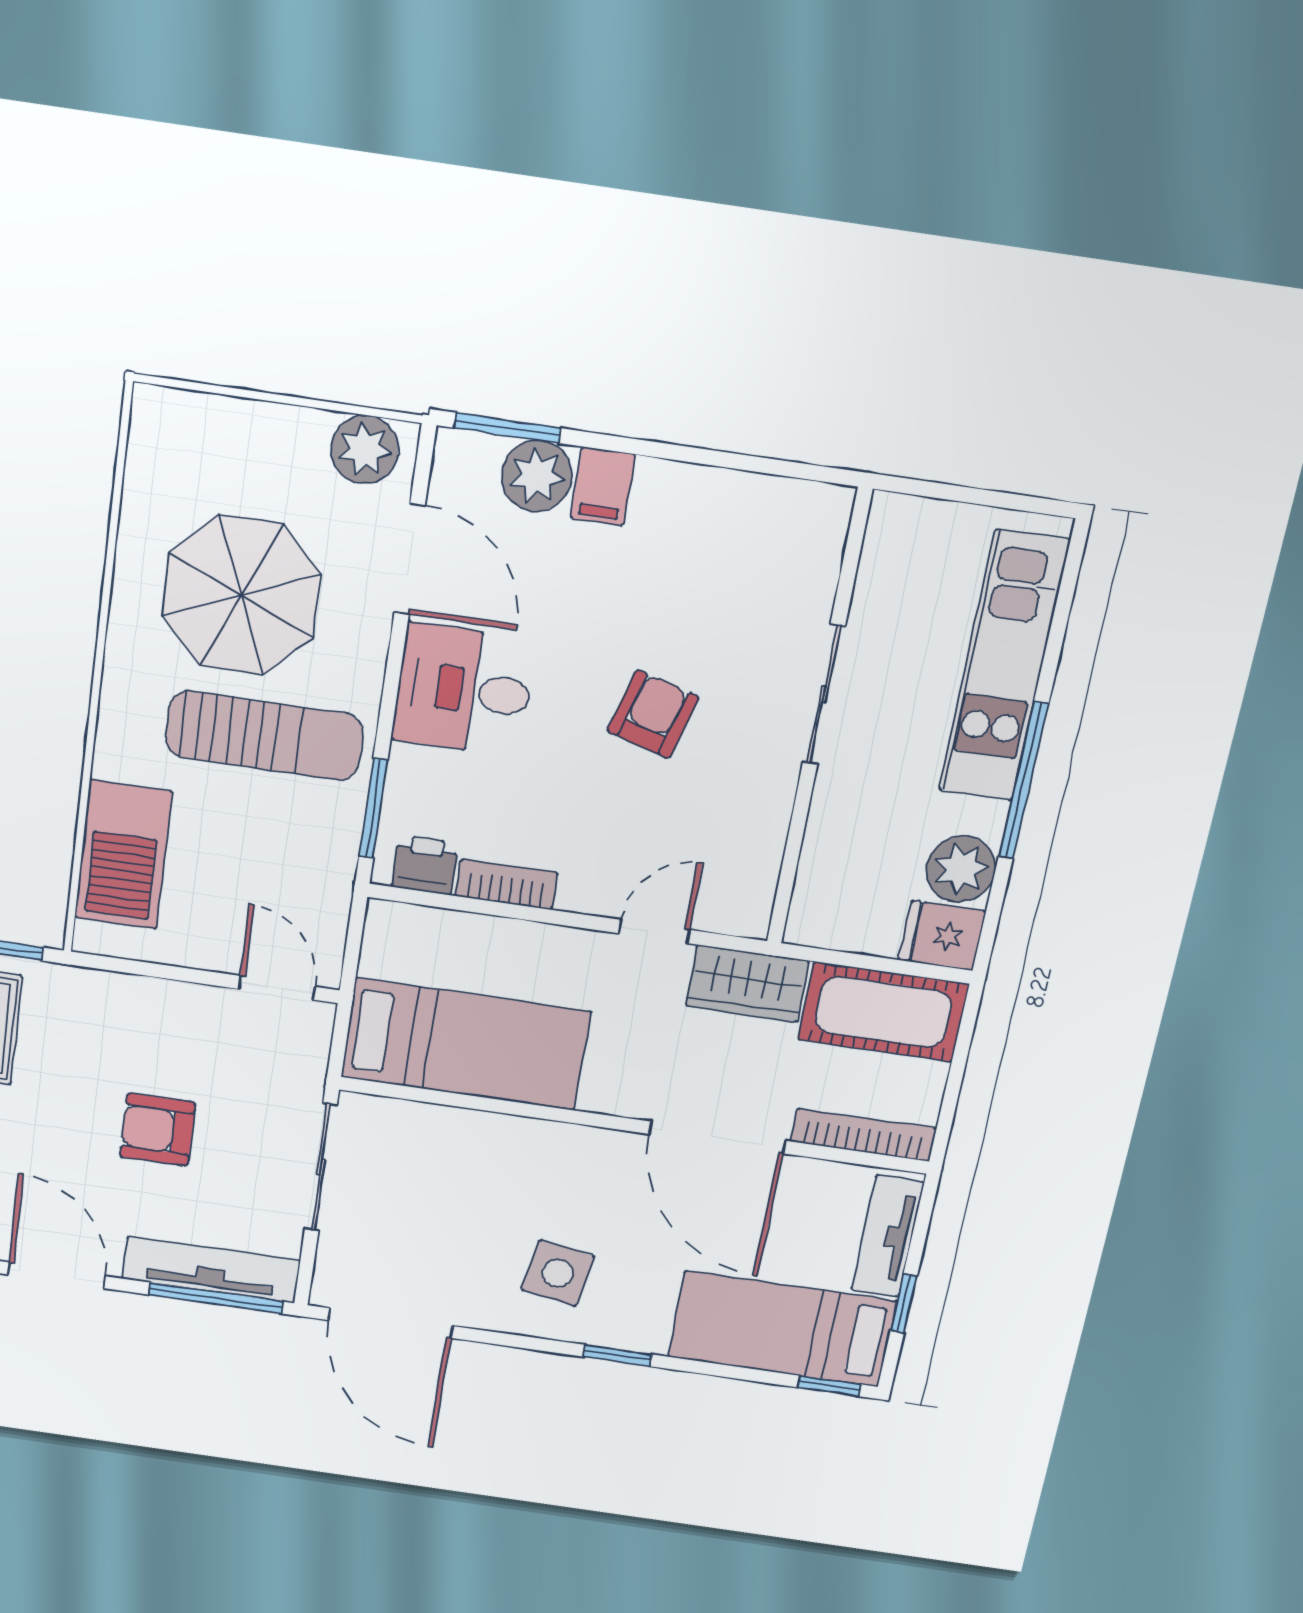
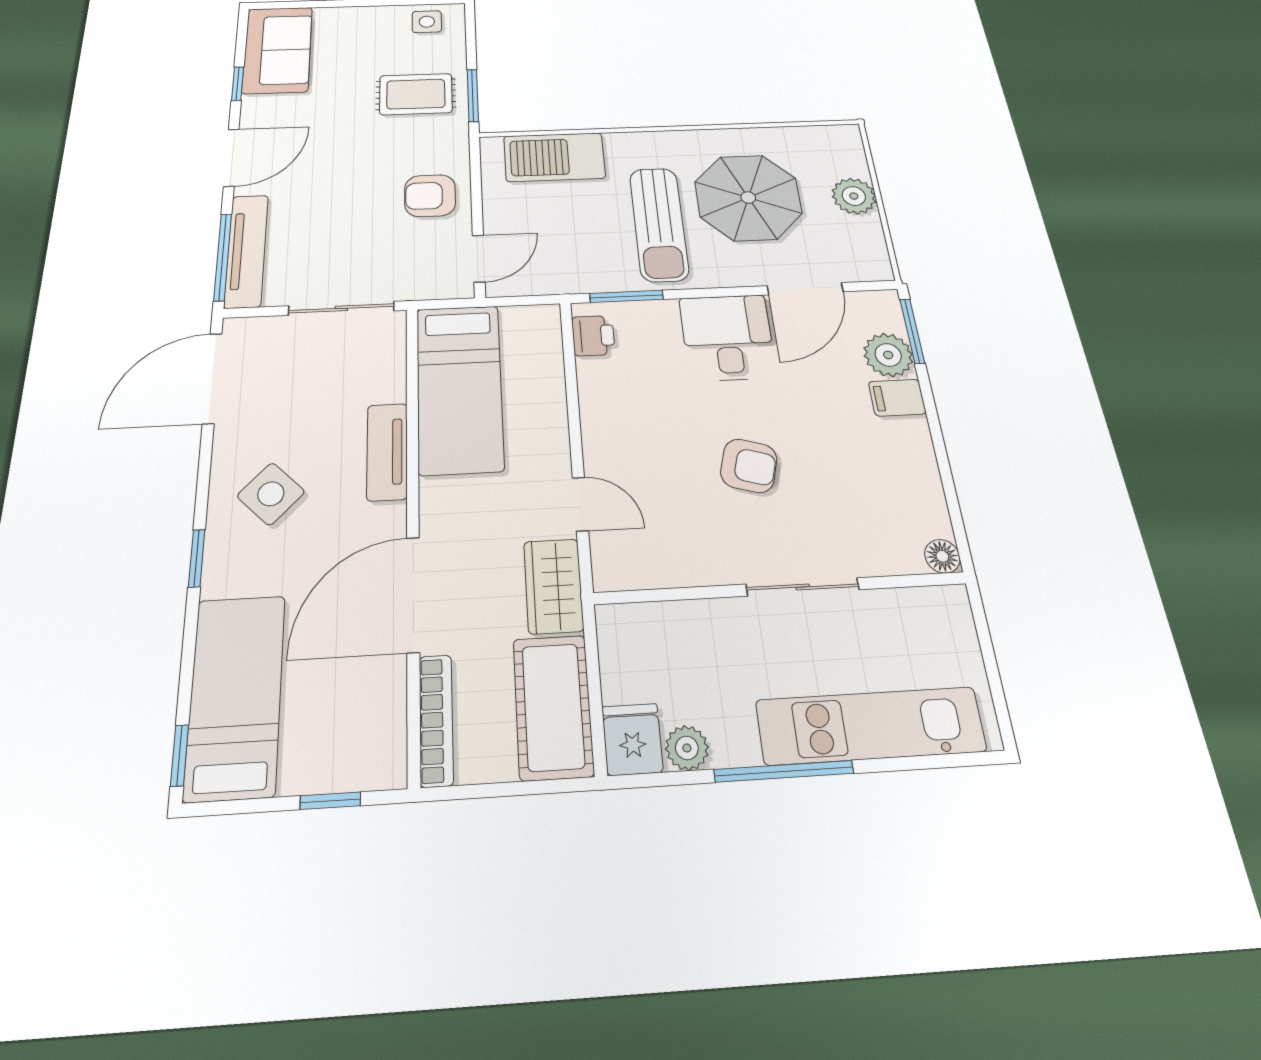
plant: (365, 450) -> (854, 196), moved
floor lamp: (831, 506) -> (942, 556), added
plant: (961, 869) -> (687, 748), width x0.73, depth x0.73
bookcase: (506, 884) -> (592, 392), removed
armchair: (157, 1130) -> (430, 196), moved, turned -90
tv unit: (888, 1236) -> (387, 452), moved, turned -90
side table: (558, 1273) -> (271, 494), turned 34
window: (904, 1303) -> (330, 801), moved

